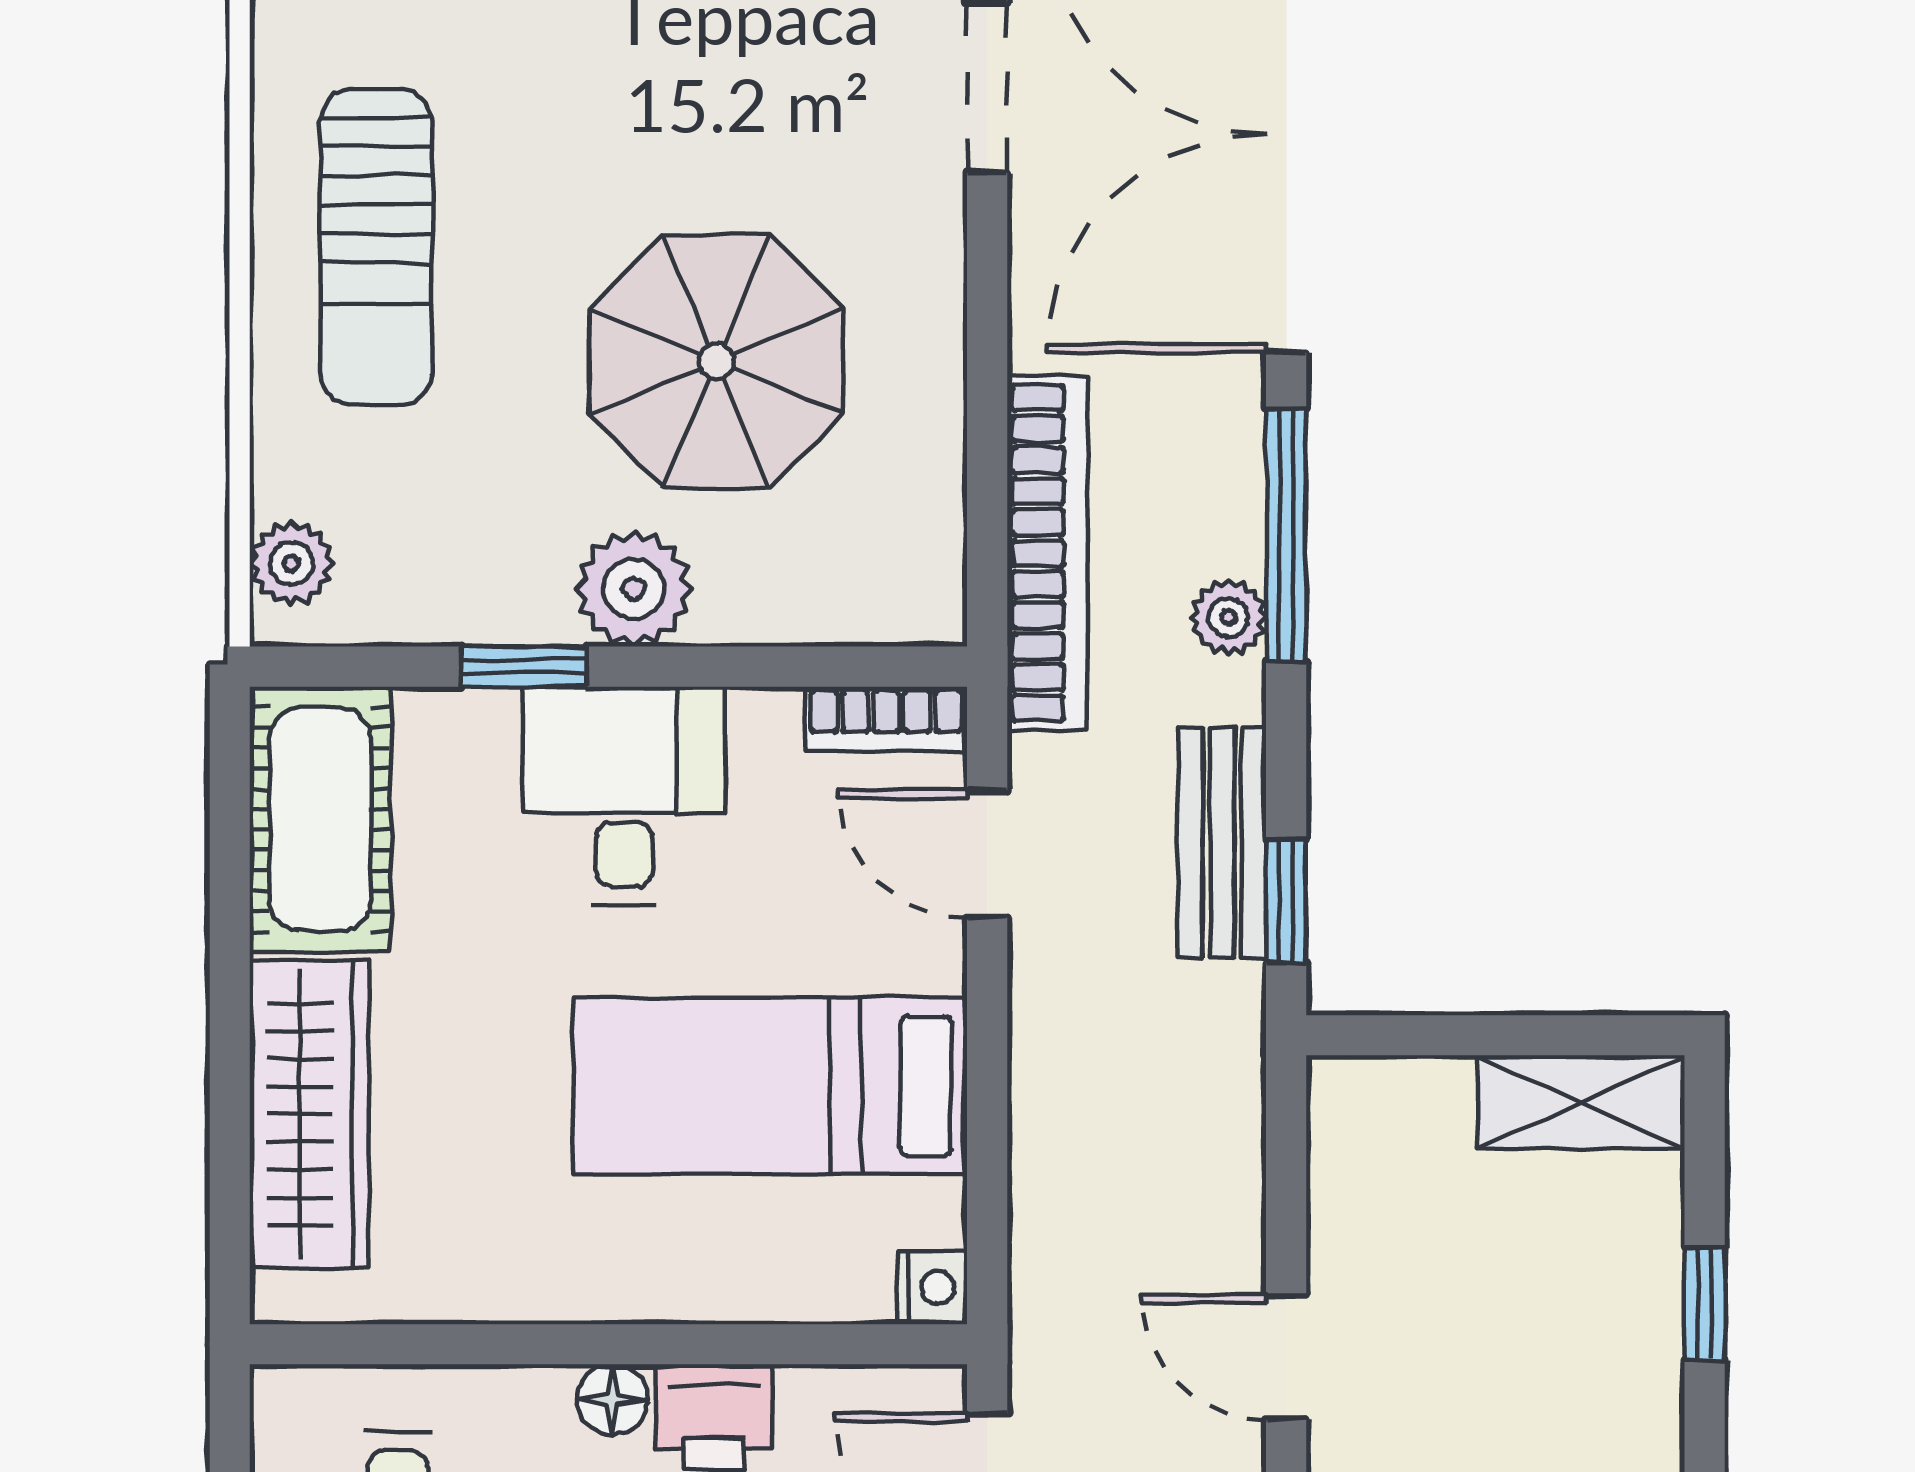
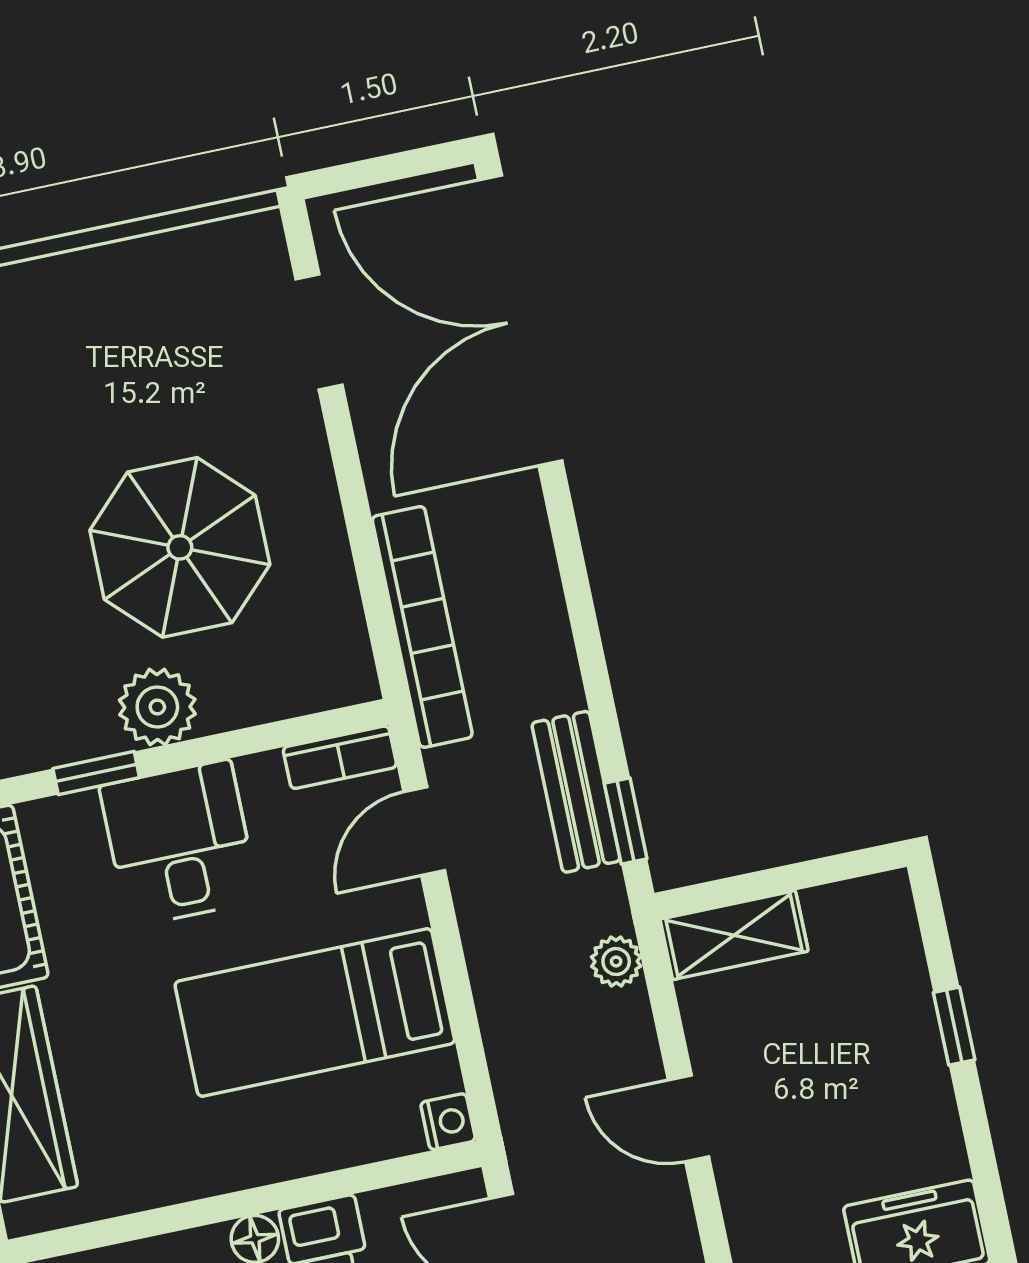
window: (1286, 535) -> (575, 583), removed
plant: (1229, 617) -> (616, 961), moved
door: (987, 854) -> (424, 831), hinge flipped
shelving: (1581, 1102) -> (734, 935), moved

